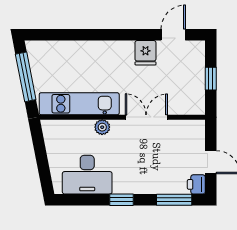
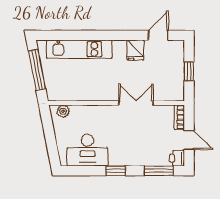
kitchen unit: (79, 104) -> (79, 49), moved, turned 180
plant: (102, 127) -> (63, 111), moved
bookcase: (199, 135) -> (179, 117), added

